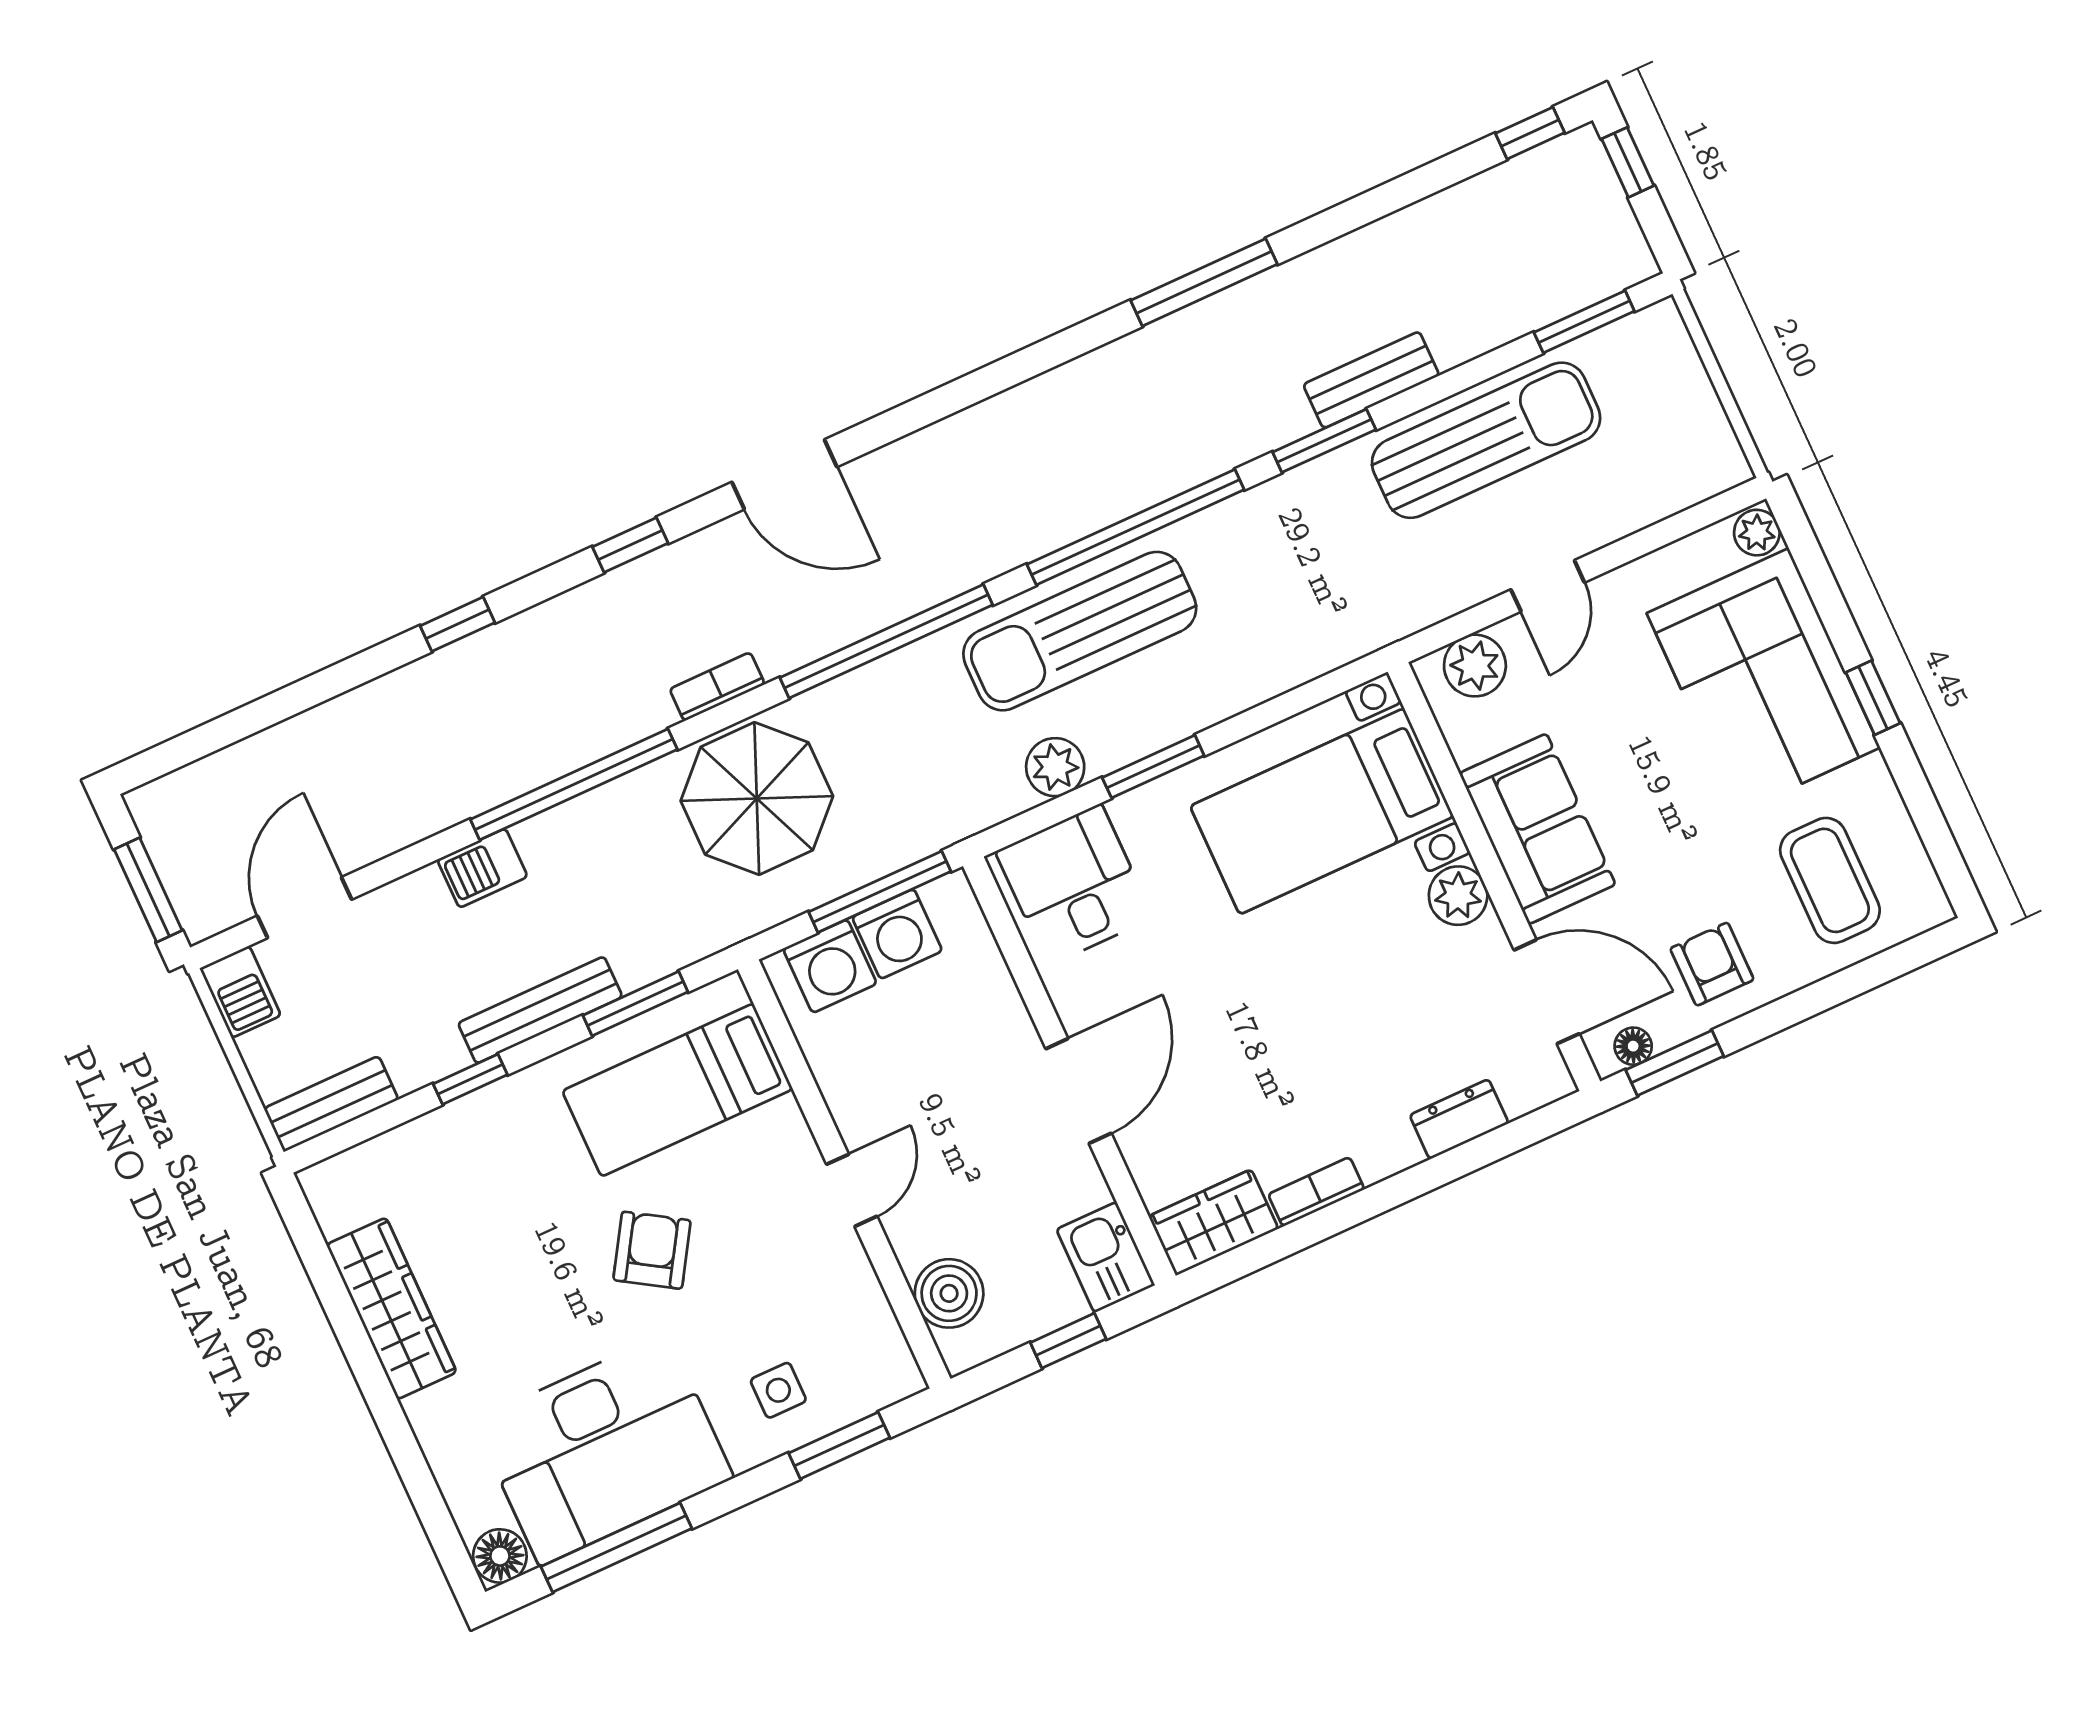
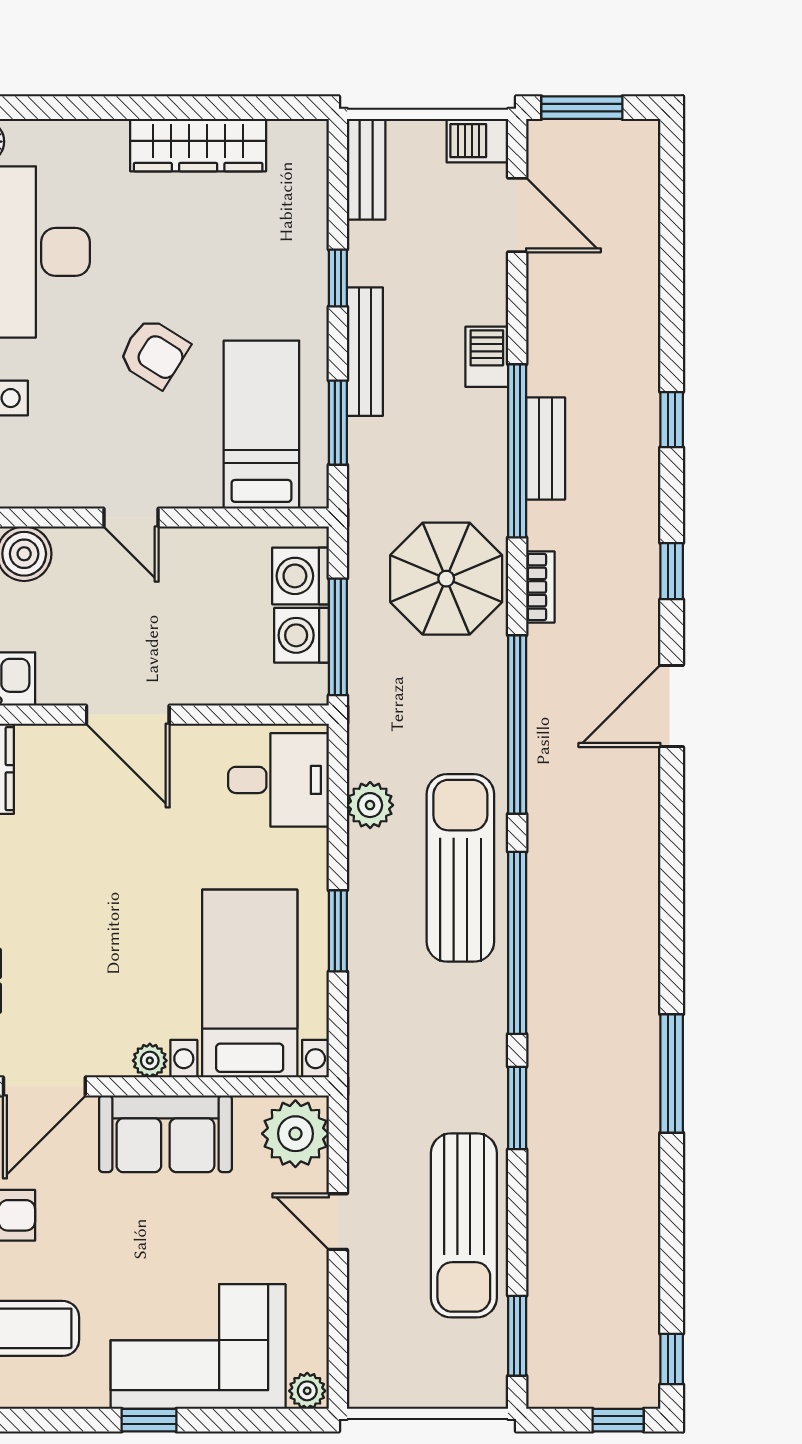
bench: (1371, 380) -> (546, 449), moved
plant: (1475, 666) -> (295, 1134), width x1.36, depth x1.36
window: (1153, 767) -> (338, 931), moved
plant: (1458, 896) -> (150, 1061), width x0.73, depth x0.73

